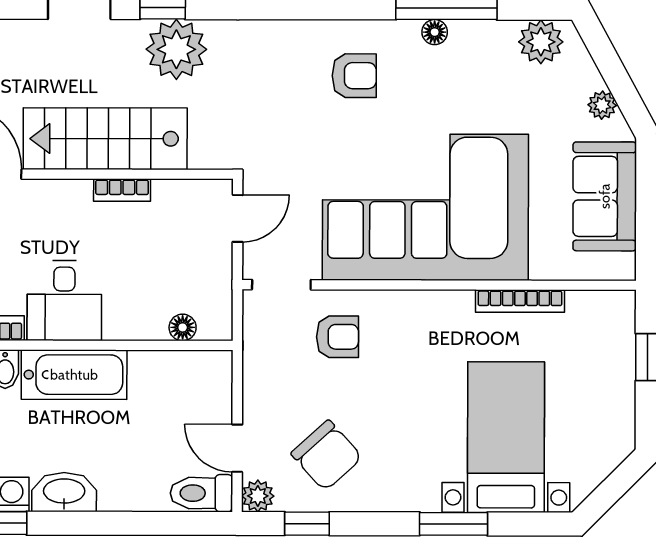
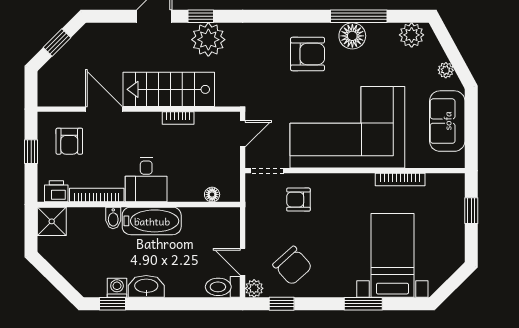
floor lamp: (435, 32) -> (352, 36), width x1.89, depth x1.89
armchair: (354, 76) -> (308, 54), width x1.38, depth x1.38
armchair: (337, 337) -> (298, 200), turned 180

